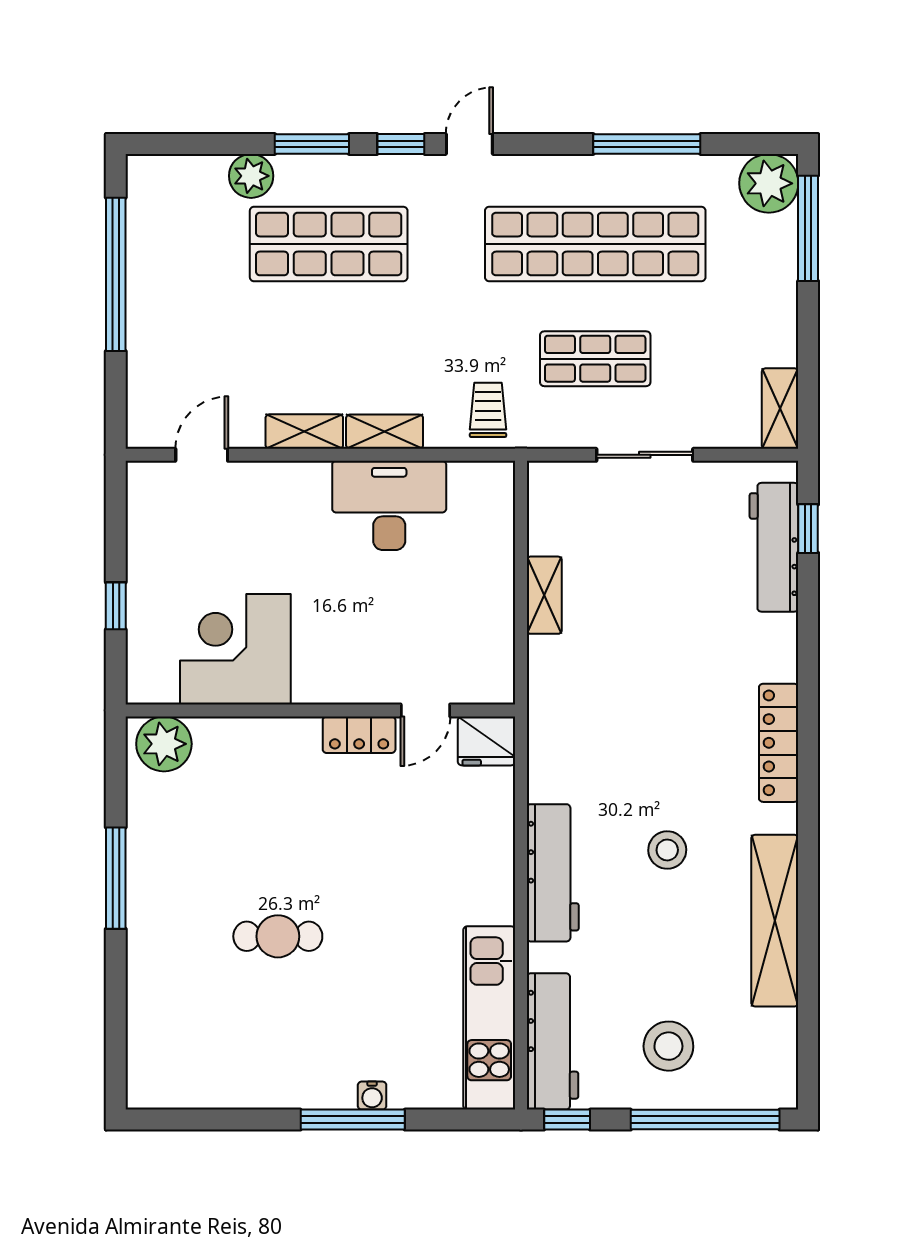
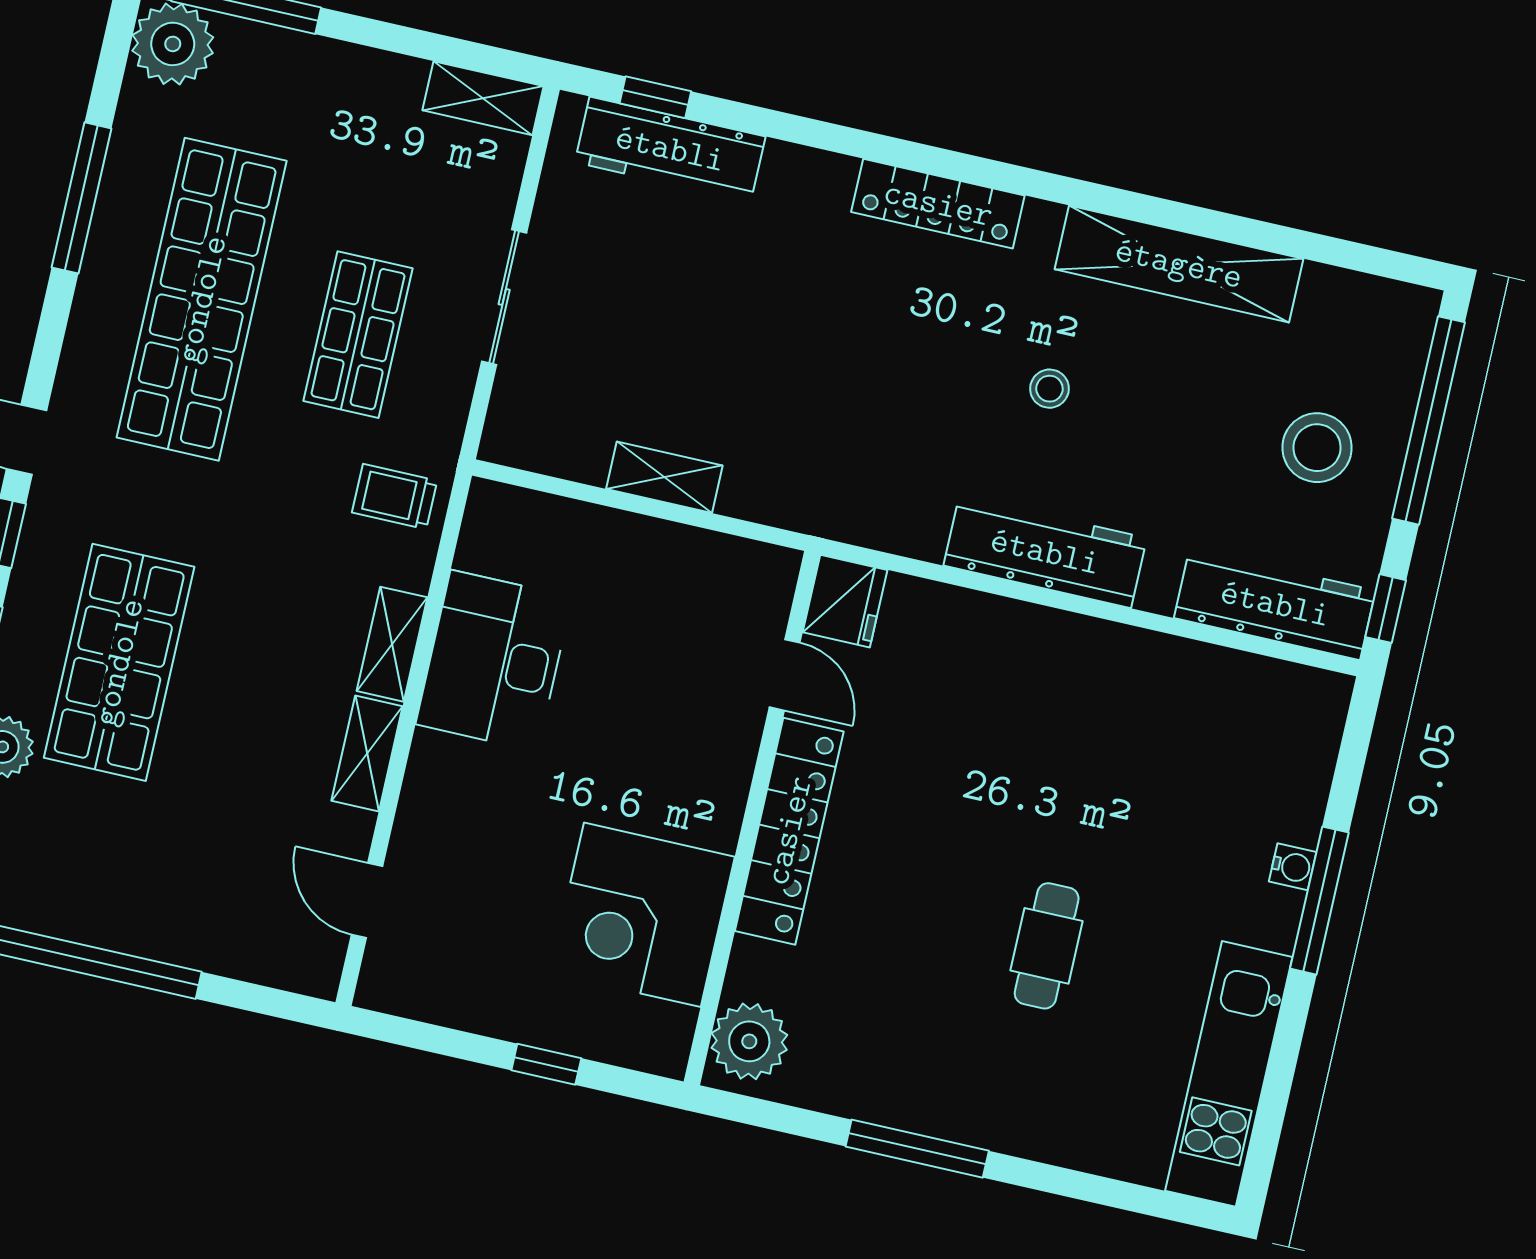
locker: (359, 735) -> (789, 831), width x2.16, depth x1.21
stool: (667, 850) -> (1049, 389), width x0.73, depth x0.73
kitchen unit: (489, 1018) -> (1229, 1074), moved, turned 90

